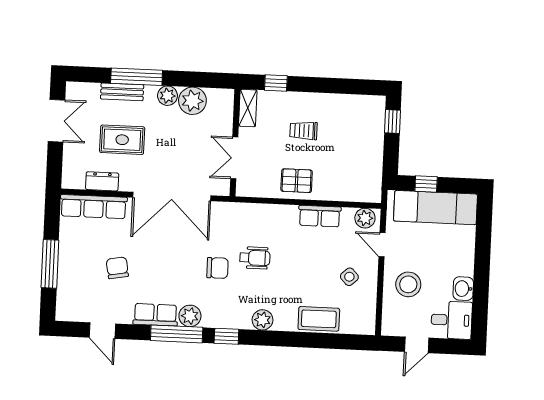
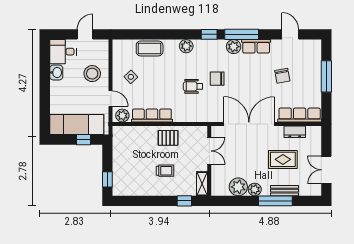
row of seats: (320, 216) -> (152, 115), width x1.48

